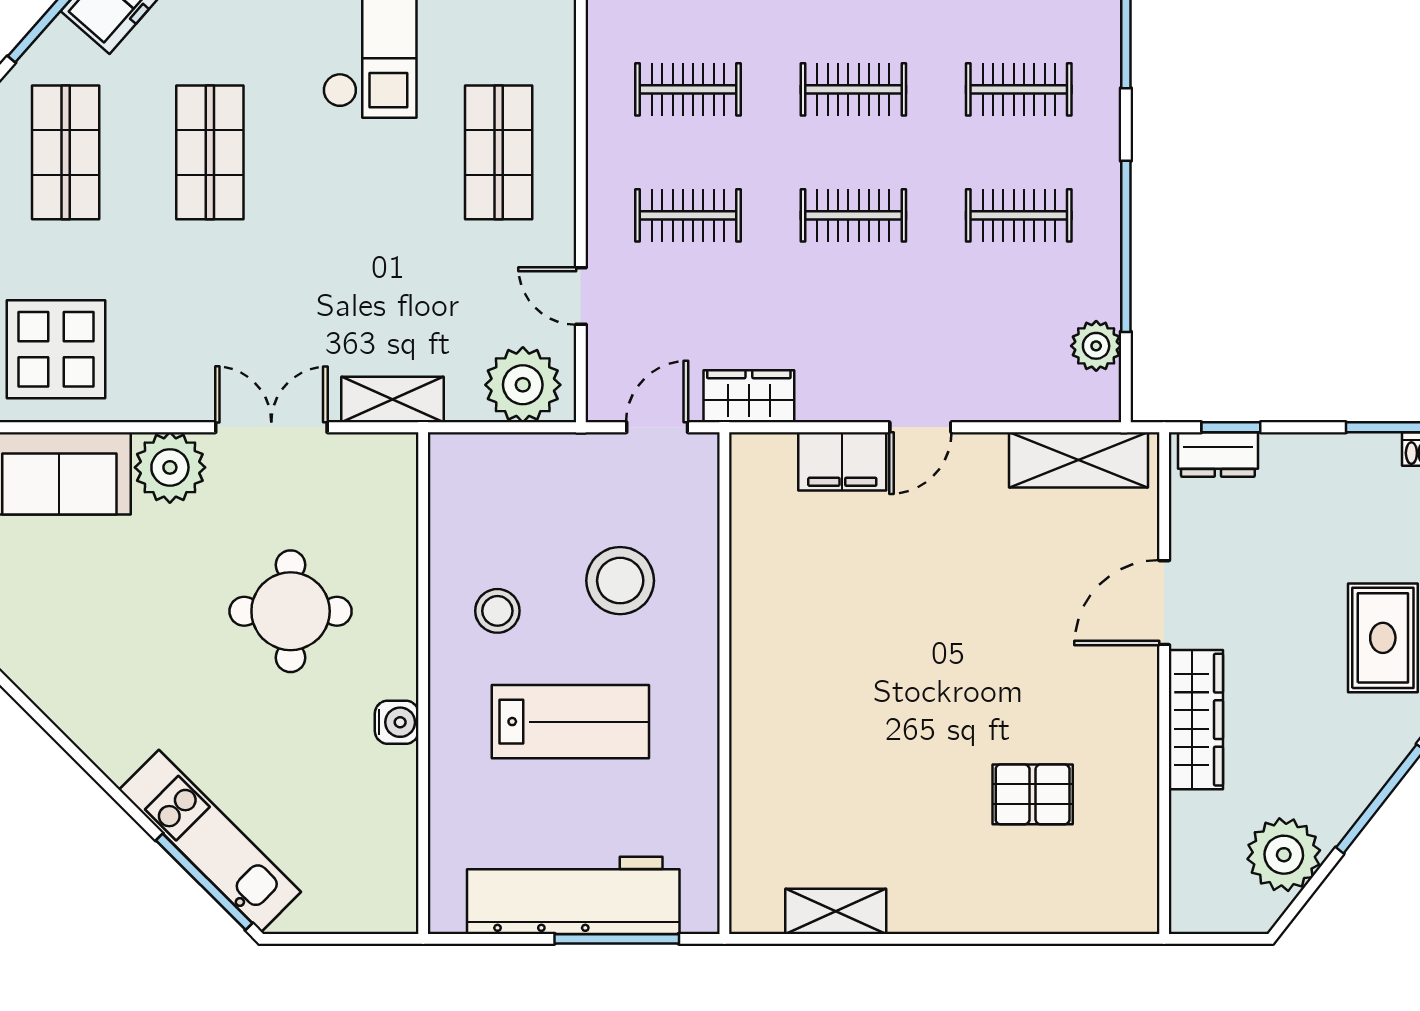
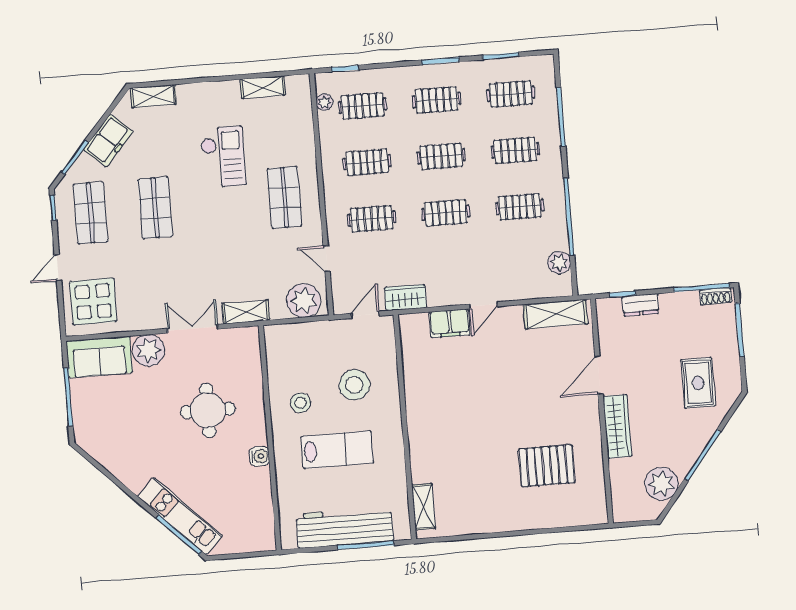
dresser: (1218, 454) -> (641, 305), moved
pallet: (1033, 794) -> (547, 466), width x1.50, depth x1.42
shelving: (836, 911) -> (424, 507), moved, turned 90

